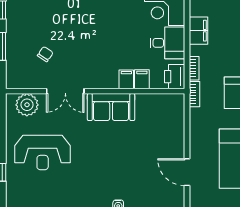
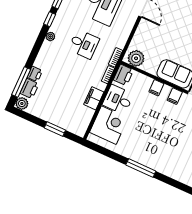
filing cabinet: (142, 79) -> (175, 96), moved
plant: (168, 105) -> (136, 58), added

